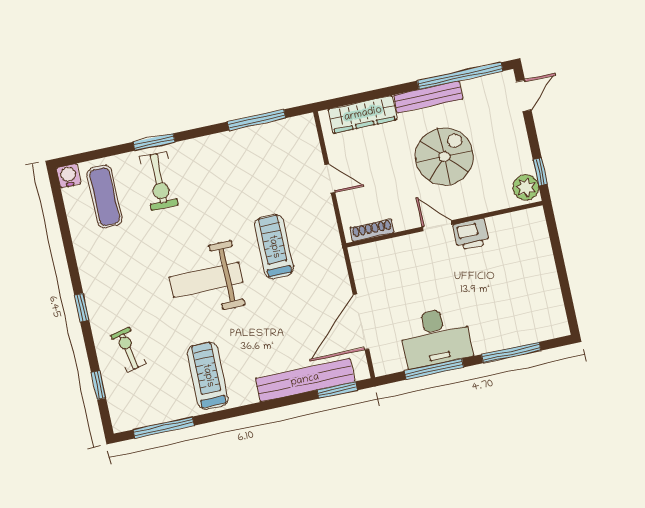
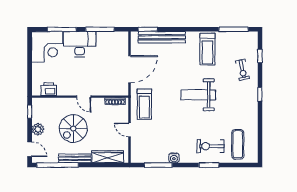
door: (524, 96) -> (30, 149), swing flipped
water cooler: (68, 176) -> (174, 158), moved
exercise bike: (159, 181) -> (210, 146), turned -90
plant: (526, 187) -> (38, 129), moved
printer: (471, 234) -> (49, 89), moved
treadmill: (274, 247) -> (144, 104), moved
weight bench: (206, 280) -> (198, 95), turned 180
corner desk: (533, 311) -> (47, 47), added
door: (361, 322) -> (130, 69), moved
desk: (436, 337) -> (80, 44), moved

